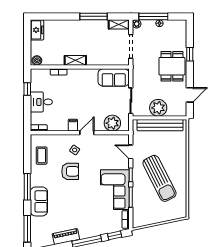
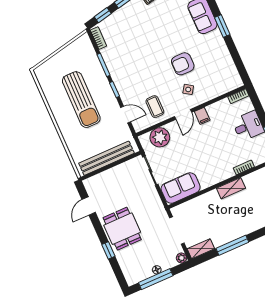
window: (153, 16) -> (156, 279), moved
plant: (158, 108) -> (117, 176), removed
coffee table: (42, 156) -> (155, 107), moved
sun lounger: (160, 178) -> (81, 100), turned -153
window: (27, 187) -> (222, 26), width x0.69
corner sofa: (115, 190) -> (125, 65), removed

